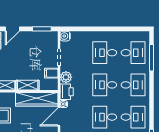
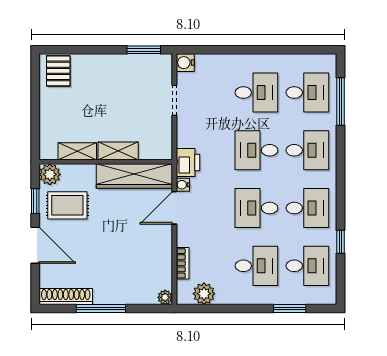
door: (12, 29) -> (91, 50), removed
desk: (105, 53) -> (256, 93), turned 180
filing cabinet: (51, 73) -> (161, 129), removed
plant: (66, 77) -> (187, 136), removed

